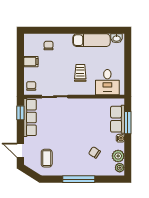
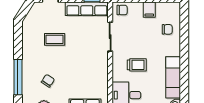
coffee table: (47, 158) -> (55, 39), moved
window: (79, 179) -> (18, 77), moved

